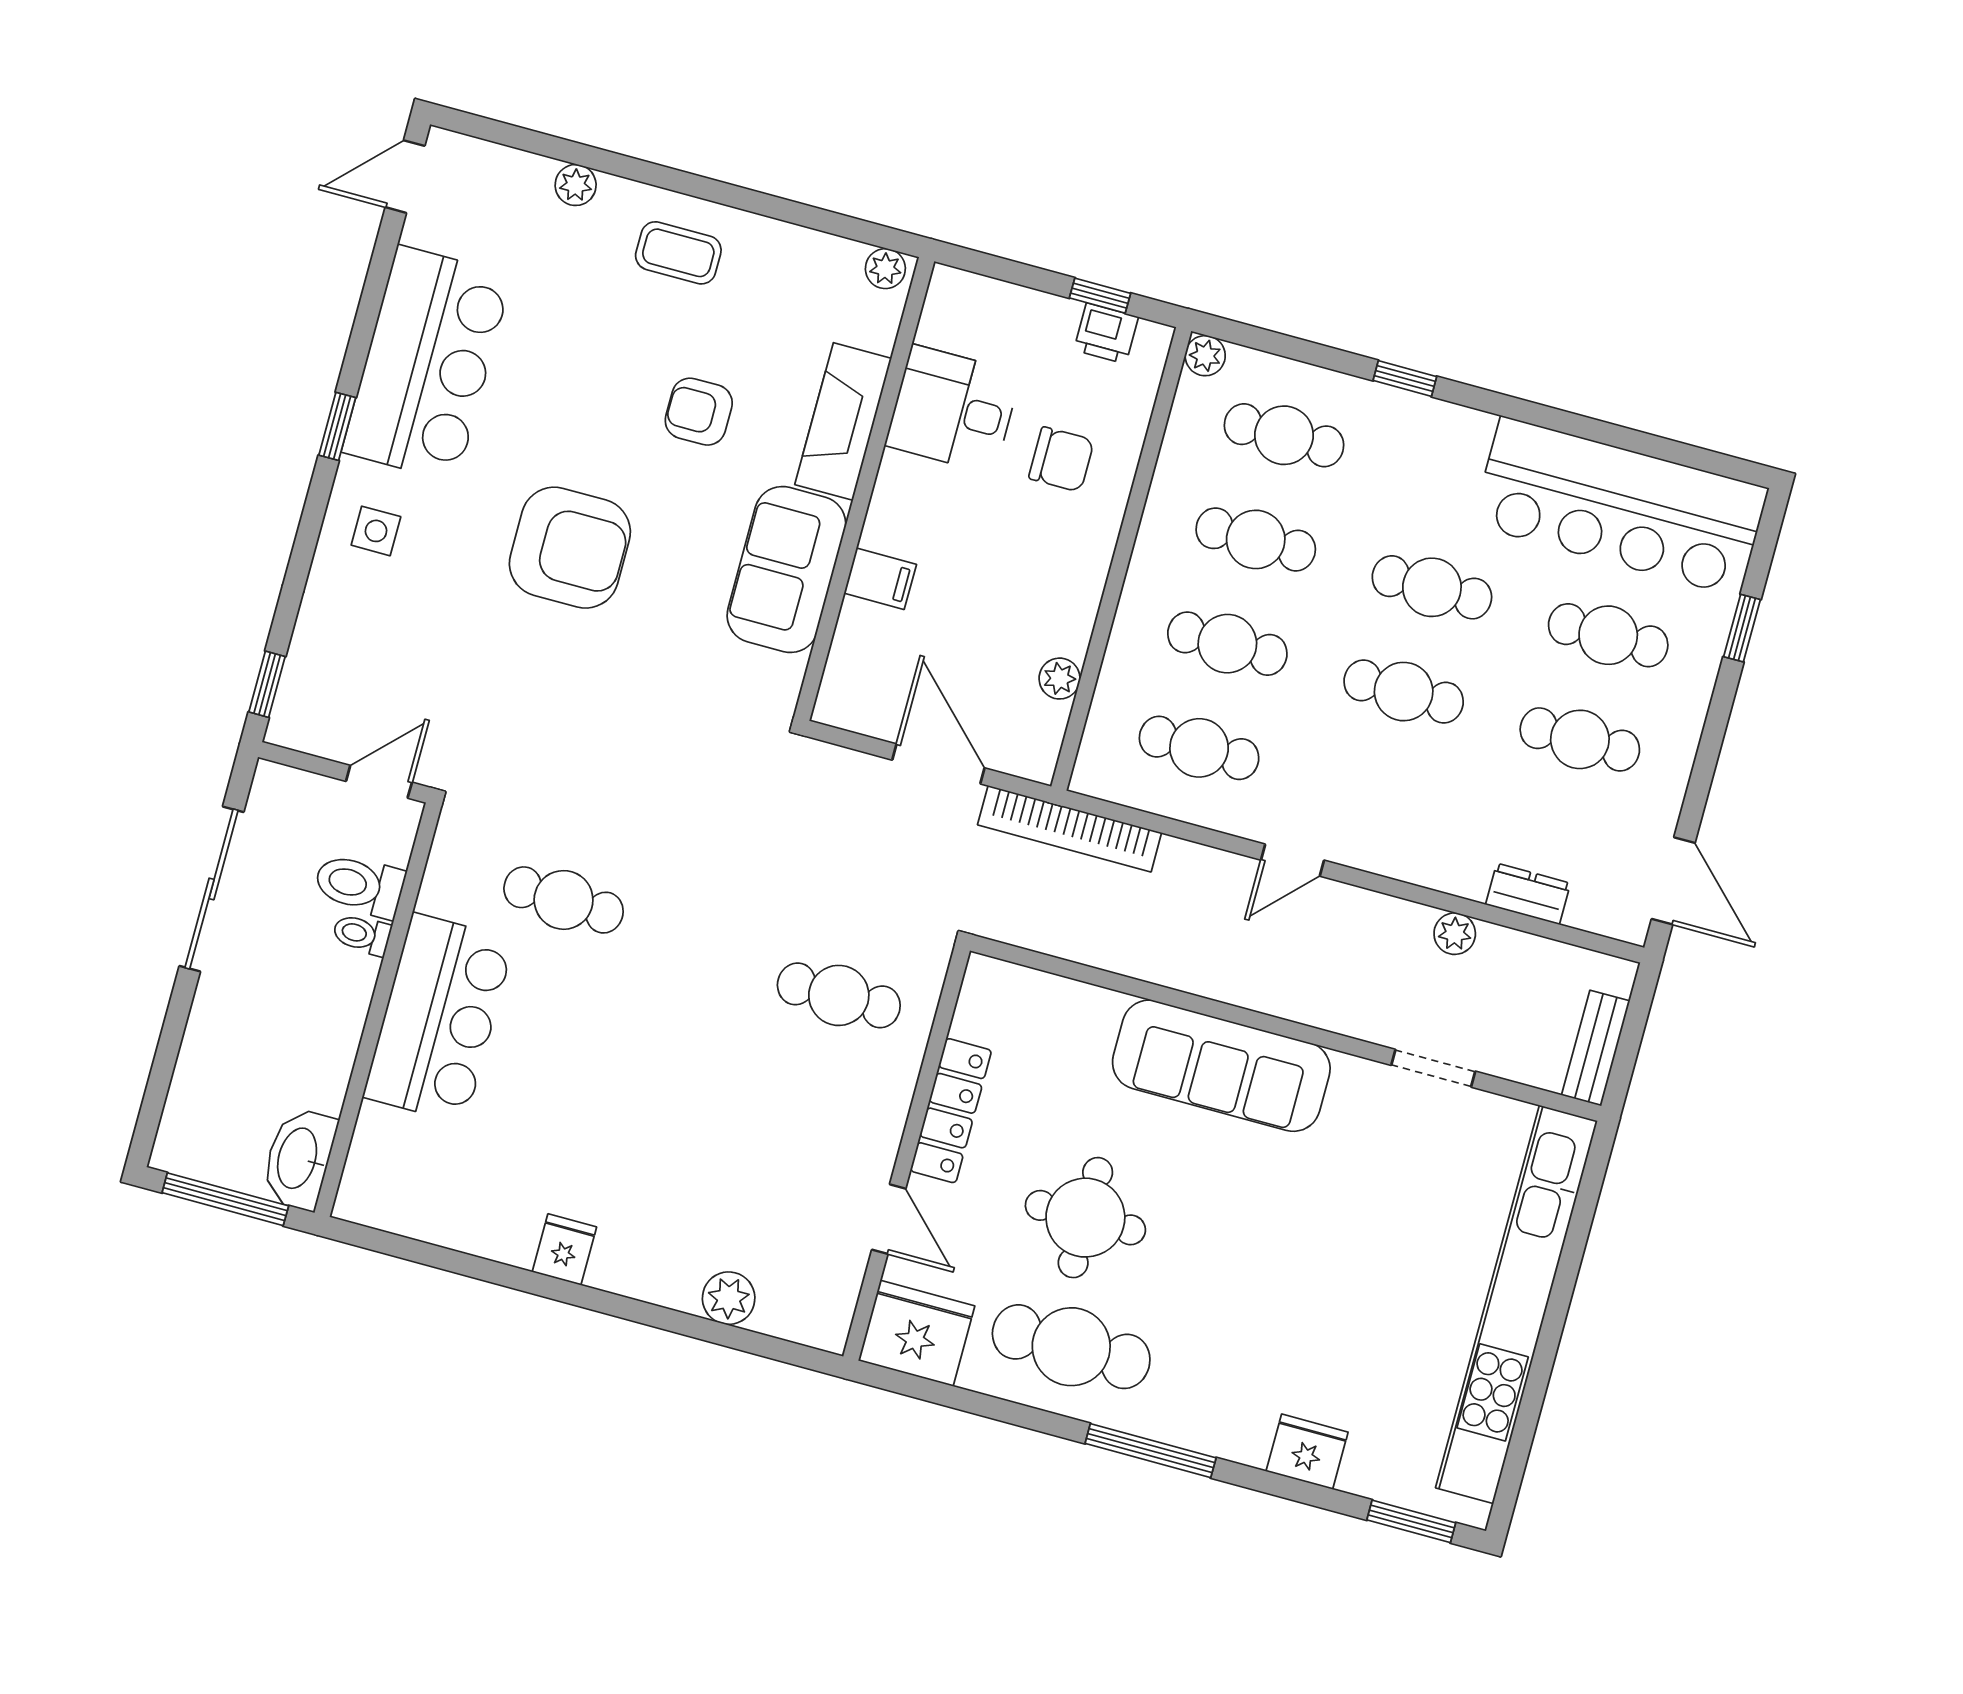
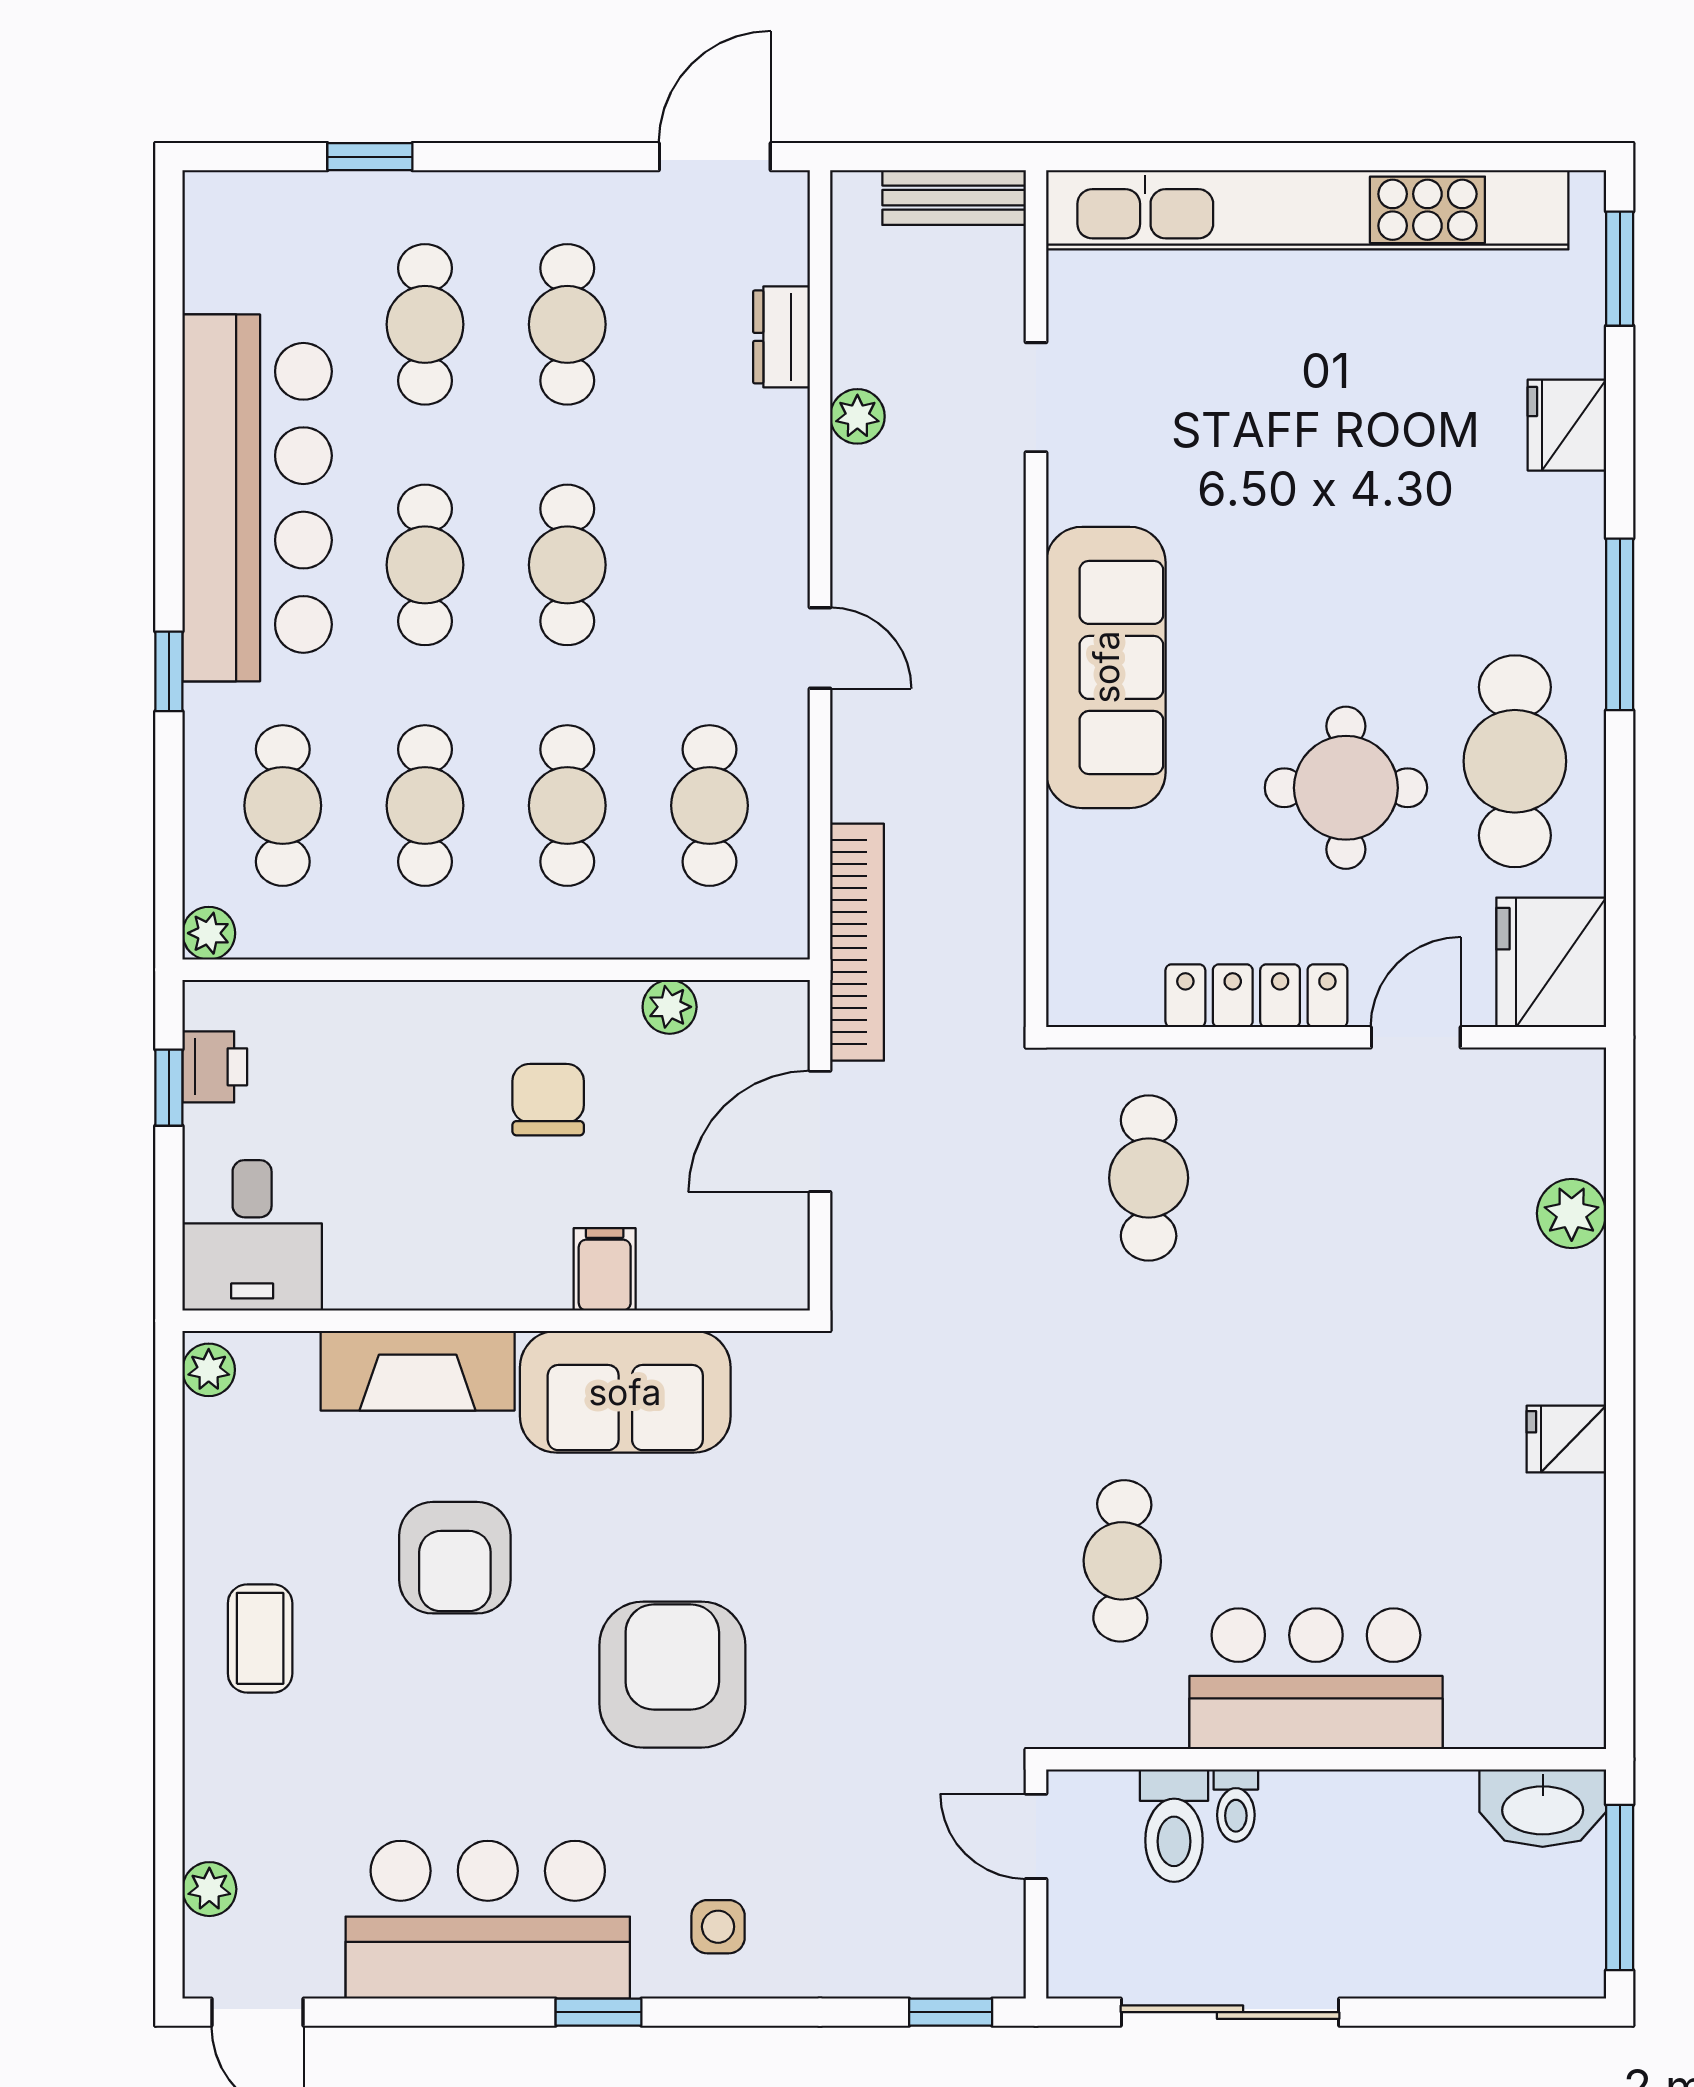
plant: (576, 185) -> (209, 1889), moved
desk: (953, 409) -> (252, 1235), moved
armchair: (699, 412) -> (455, 1558), width x1.38, depth x1.38
chair: (1061, 459) -> (548, 1100), moved
bar counter: (1620, 506) -> (257, 498), moved

